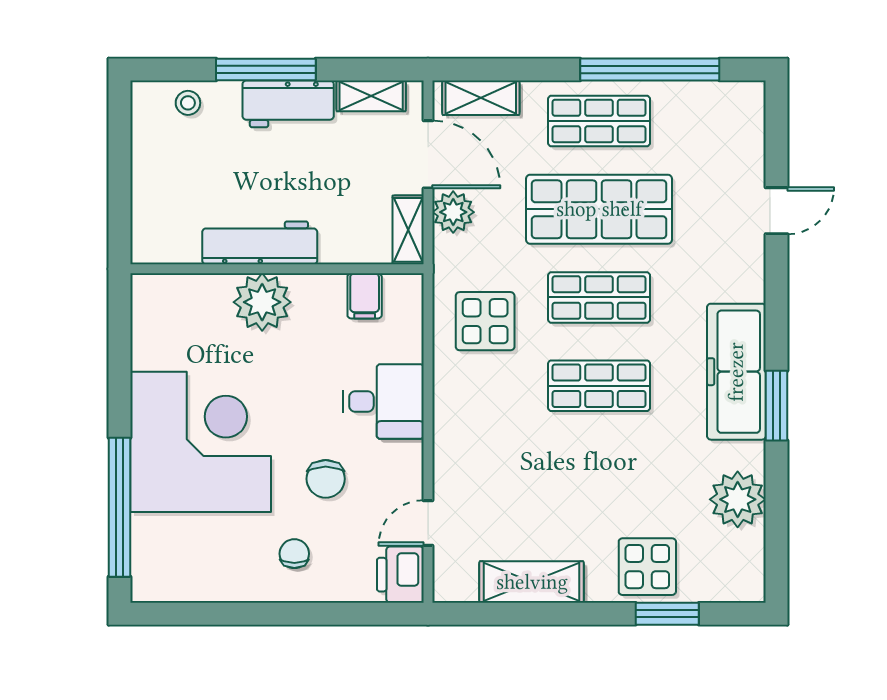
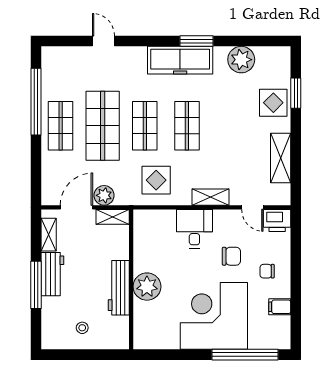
shelving: (481, 98) -> (210, 197), moved, turned 90
stool: (188, 103) -> (82, 328), moved
filing cabinet: (365, 296) -> (280, 307), moved, turned 180

